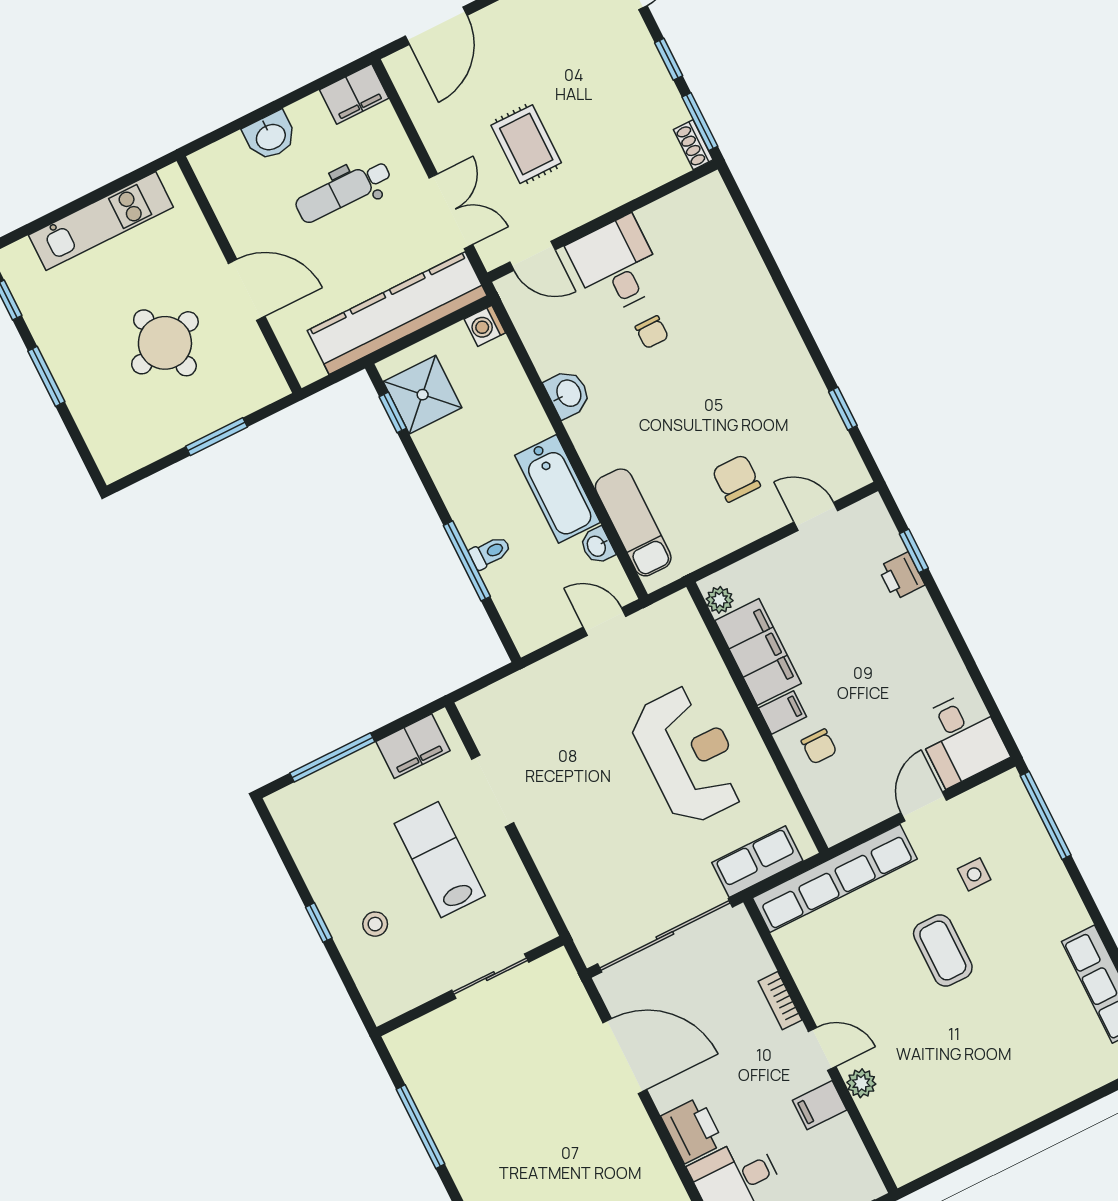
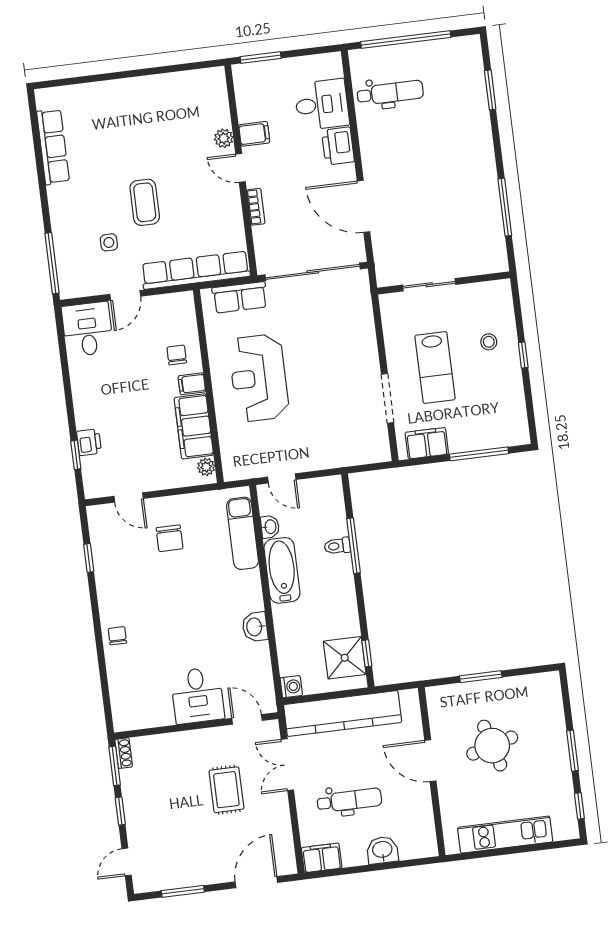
chair: (652, 332) -> (117, 636), moved

